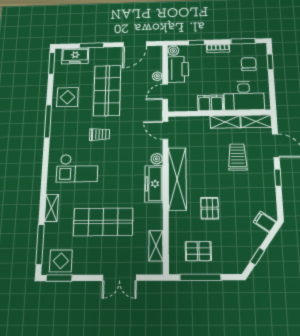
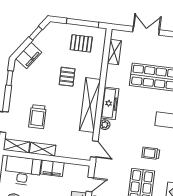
window: (278, 178) -> (10, 78), moved
filing cabinet: (265, 222) -> (29, 55), width x2.00

